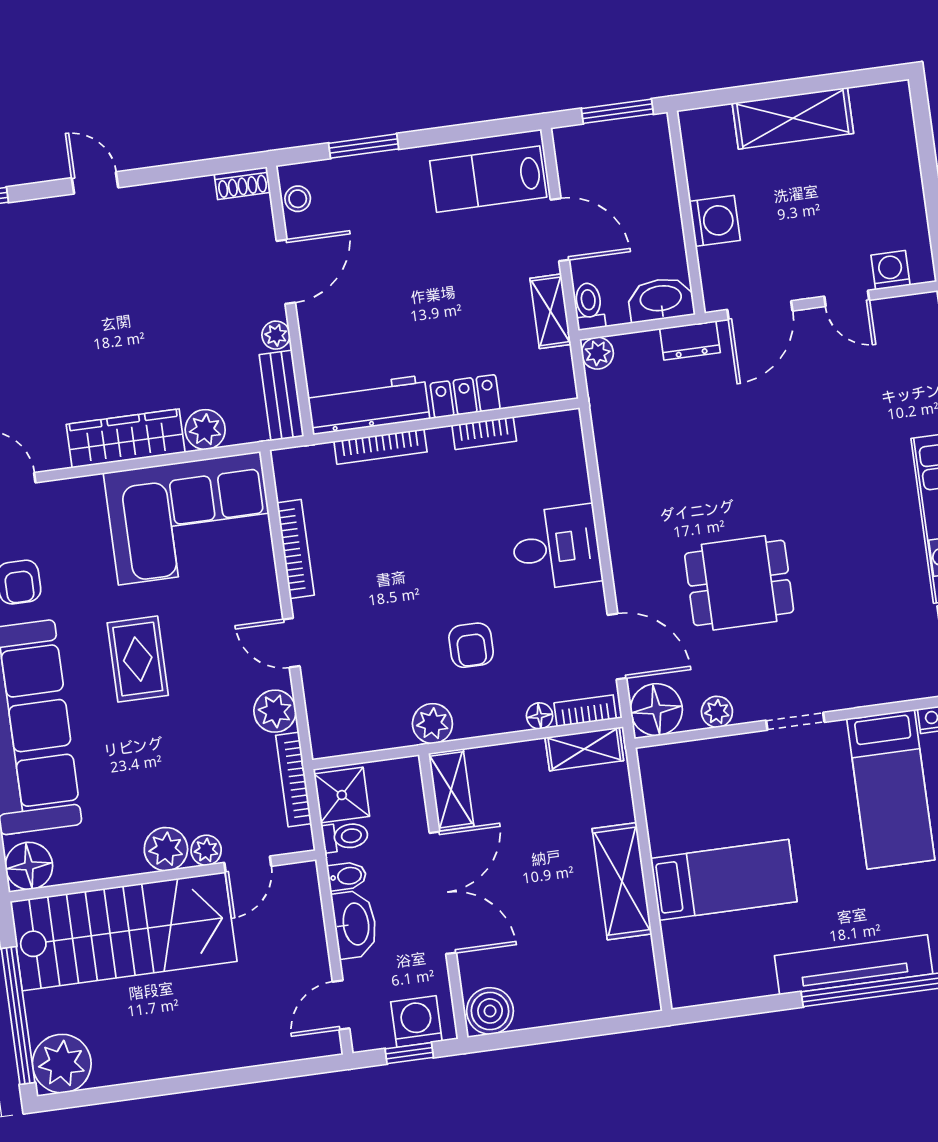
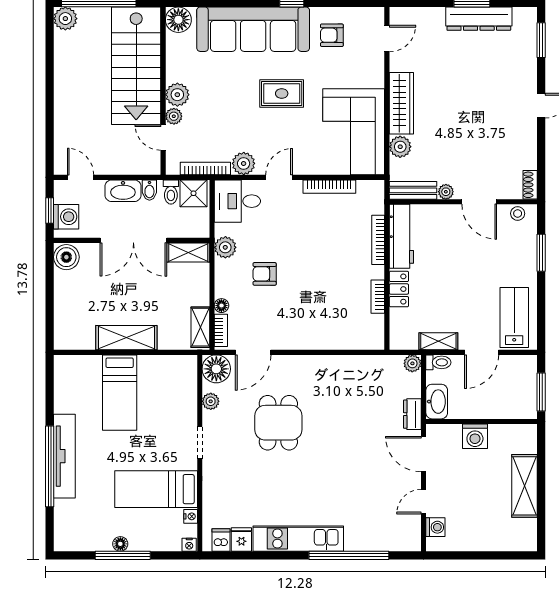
desk: (556, 548) -> (237, 201), moved, turned 90
plant: (62, 1064) -> (65, 19), width x0.73, depth x0.73

